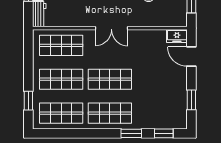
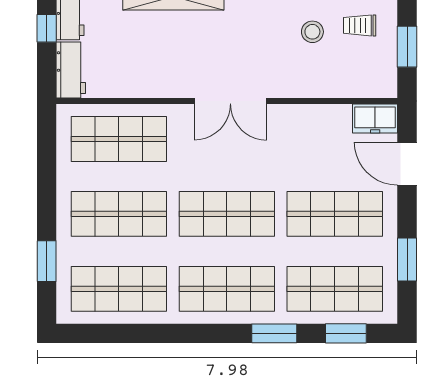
shop shelf: (159, 79) -> (335, 214), added
shop shelf: (159, 113) -> (335, 289), added

